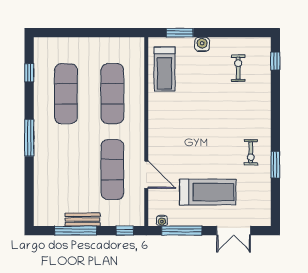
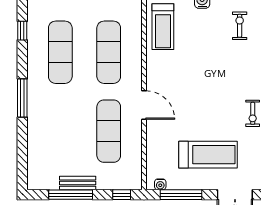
door: (146, 175) -> (144, 105), moved

